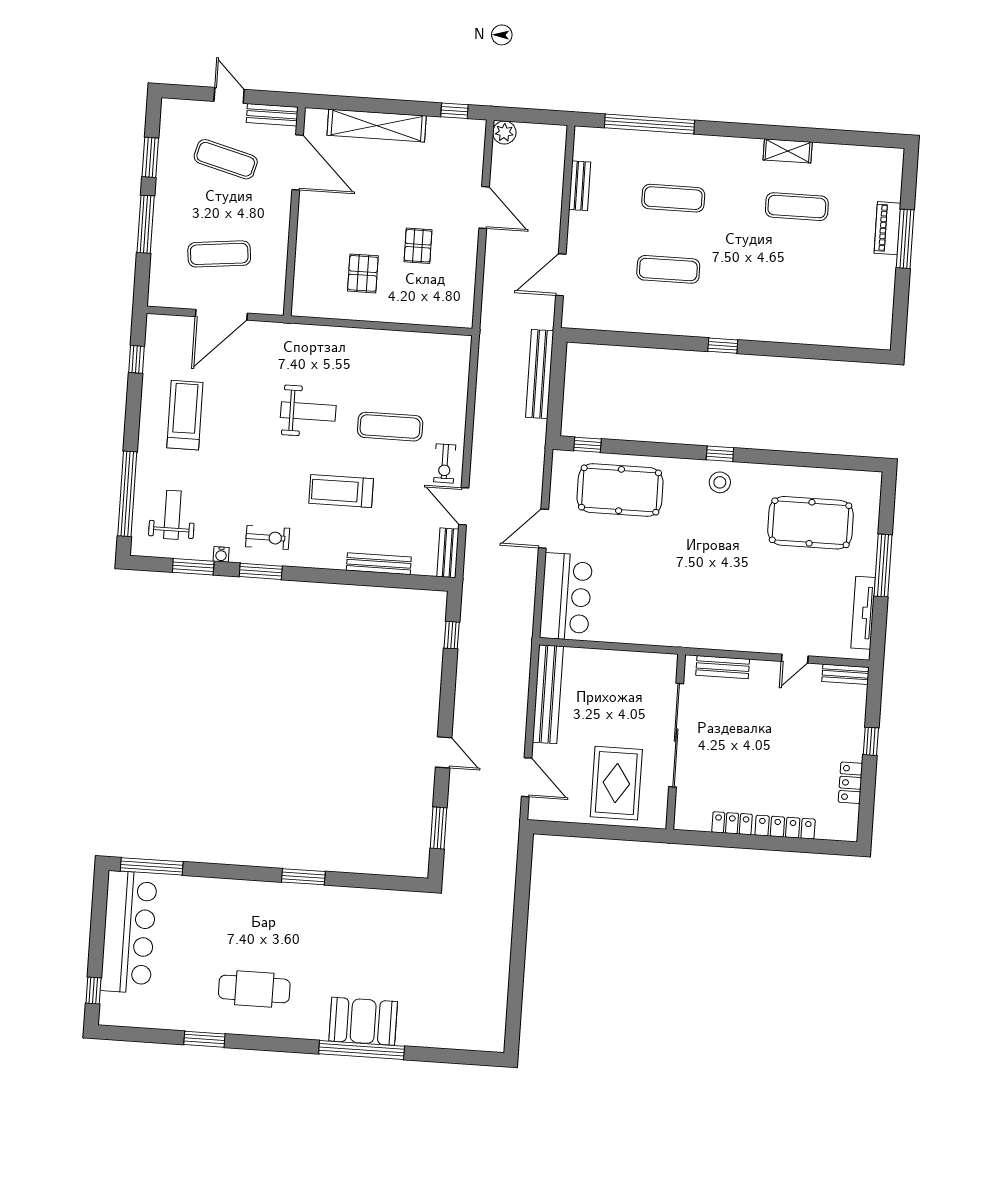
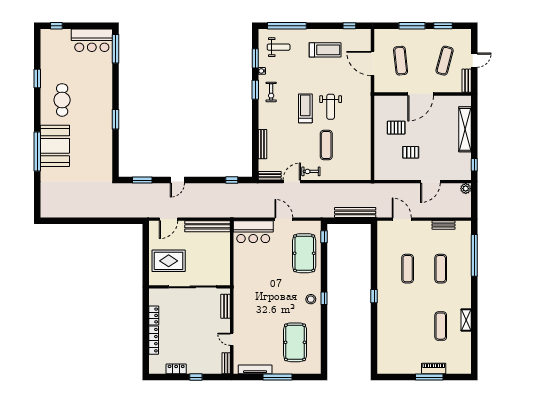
door: (298, 162) -> (421, 94), moved
treadmill: (341, 491) -> (305, 108), moved
bar counter: (129, 932) -> (92, 40), width x0.73
booth: (363, 1021) -> (55, 146), width x1.36, depth x1.42

